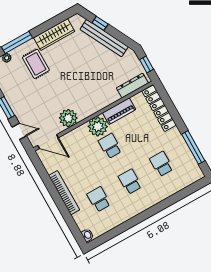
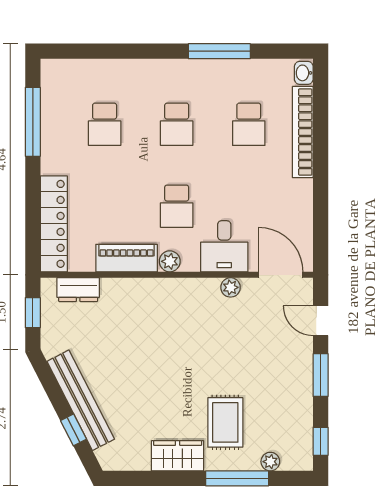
wardrobe: (54, 34) -> (178, 456), width x0.67
dresser: (132, 86) -> (78, 290), width x0.70
plant: (68, 118) -> (231, 287), width x0.53, depth x0.53
plant: (98, 127) -> (170, 261), width x0.53, depth x0.53
desk: (80, 140) -> (224, 246), added
bookcase: (64, 193) -> (303, 132), moved
window: (129, 224) -> (219, 51), added

